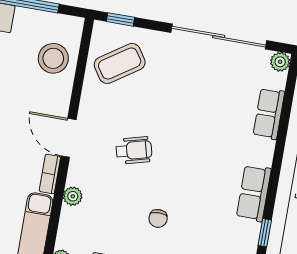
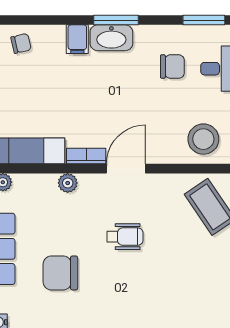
wheelchair: (134, 150) -> (125, 237), turned -75
chair: (158, 218) -> (60, 273), width x1.87, depth x1.87

